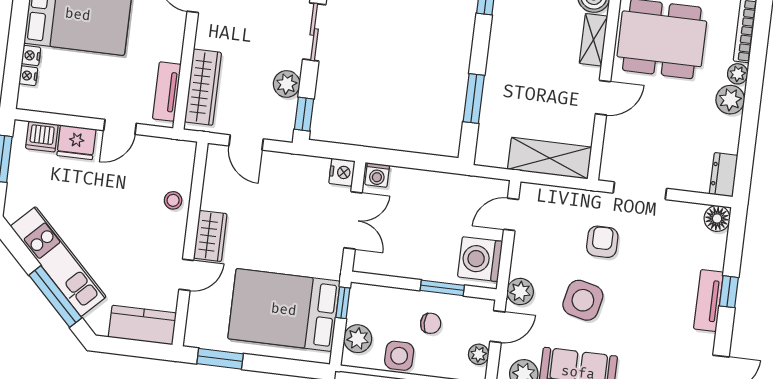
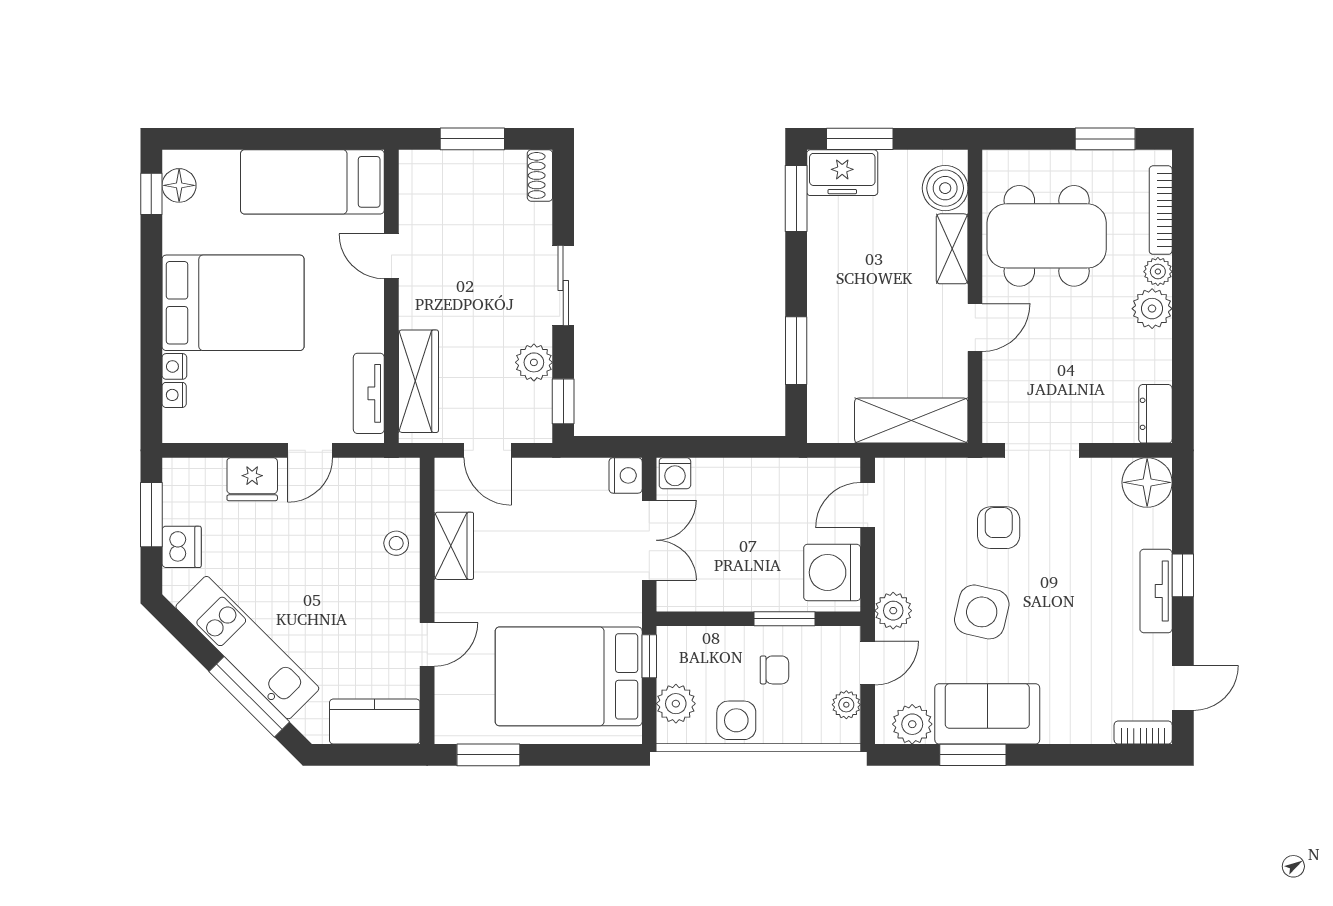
dishwasher: (42, 137) -> (182, 547), moved, turned -90
floor lamp: (717, 218) -> (1147, 482), width x1.38, depth x1.38
wardrobe: (210, 236) -> (454, 546), moved

